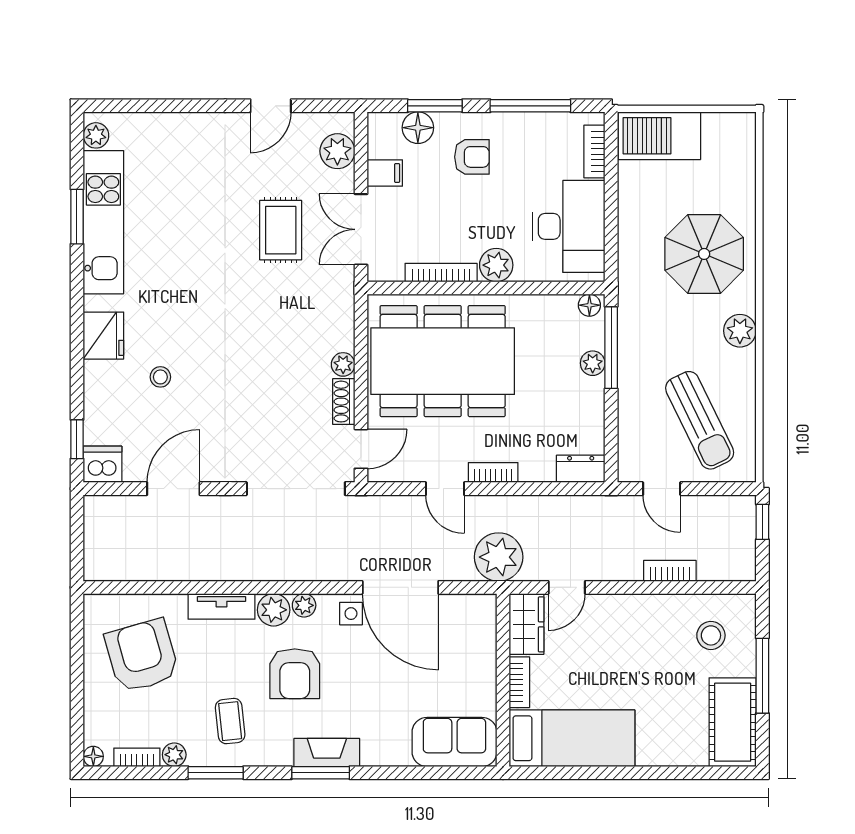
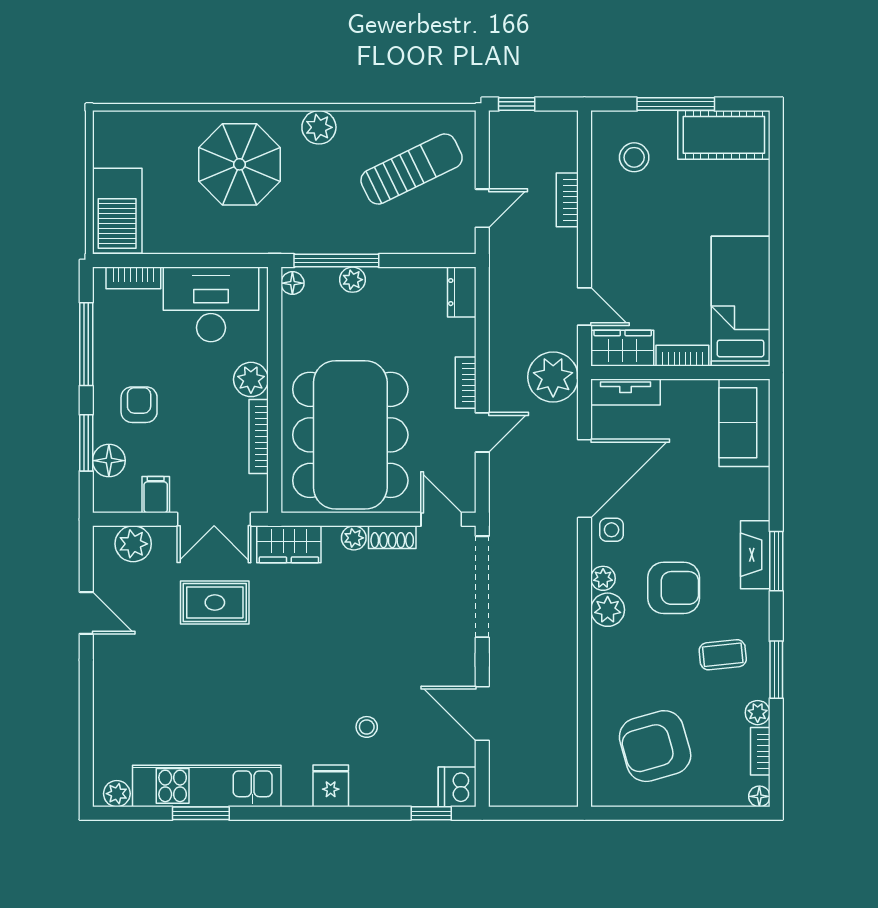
wardrobe: (337, 302) -> (289, 544), added
fridge: (103, 336) -> (331, 786), width x0.72
tv unit: (222, 606) -> (626, 392), moved, turned 90

